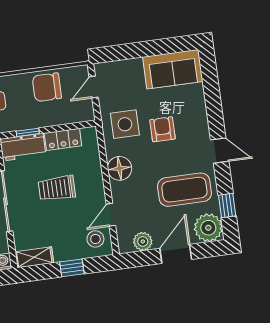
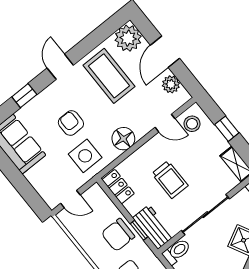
chair: (47, 87) -> (118, 235), moved, turned 90
armchair: (163, 129) -> (71, 123), turned 90
locker: (63, 139) -> (118, 187), moved
window: (227, 205) -> (24, 96), moved
door: (176, 254) -> (165, 52), hinge flipped

